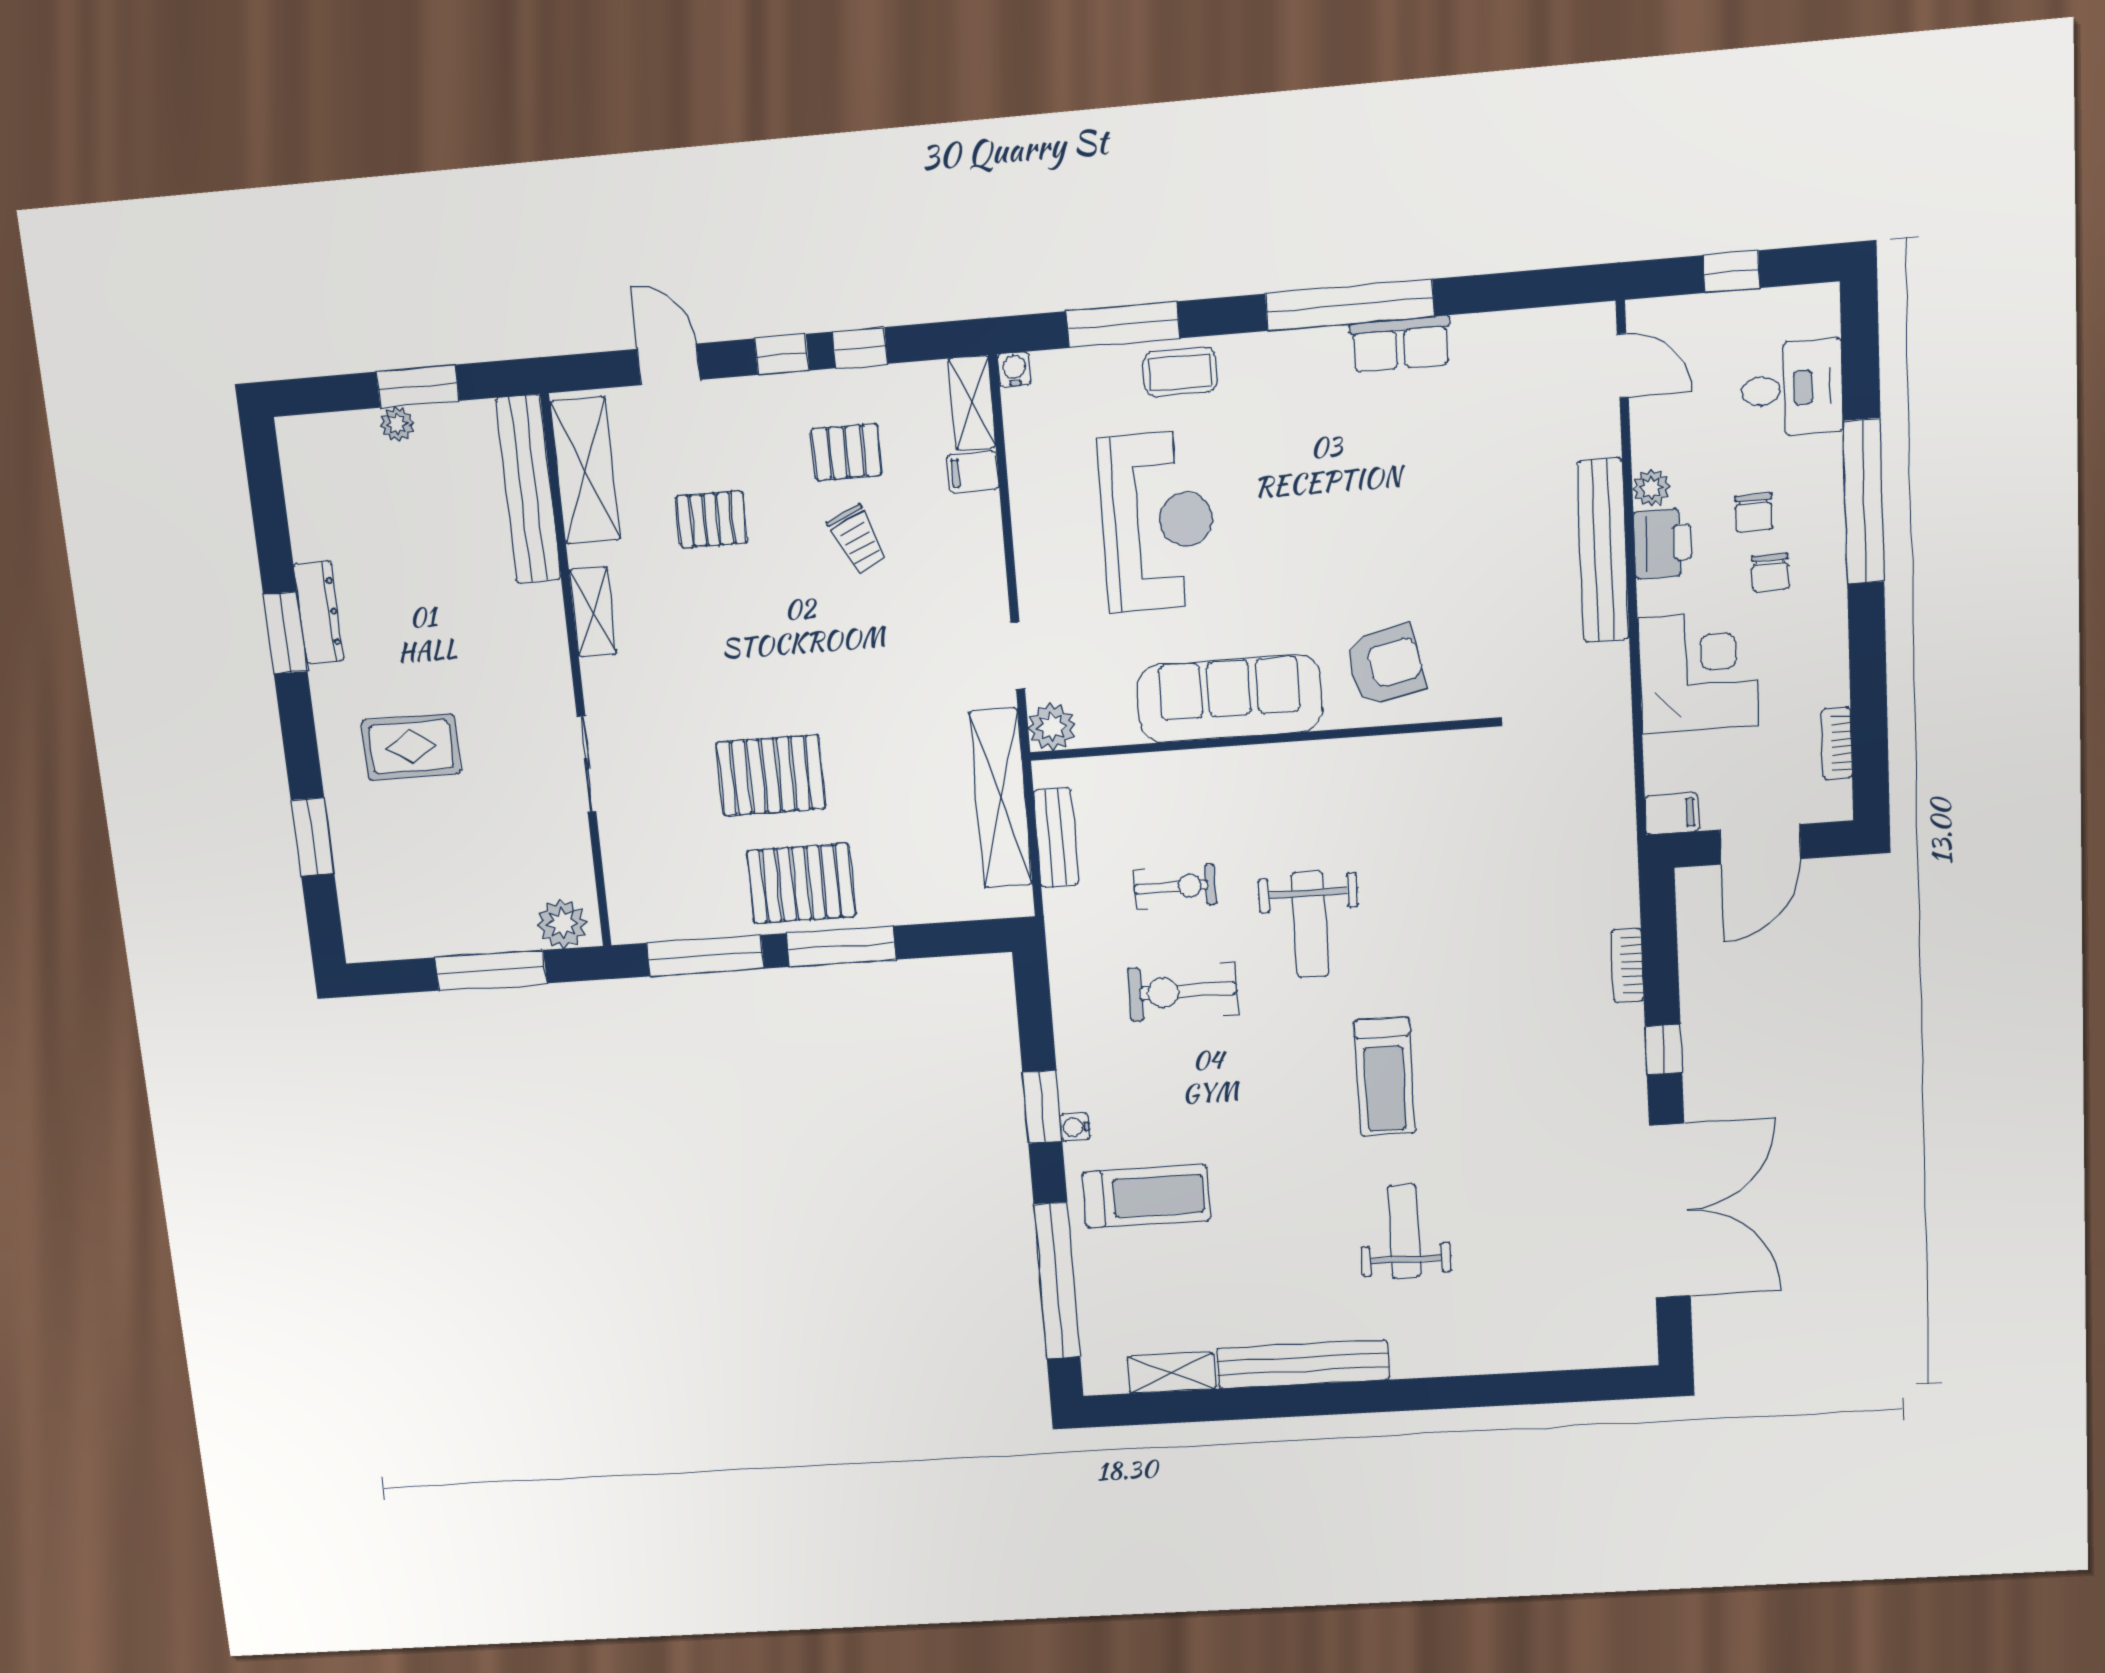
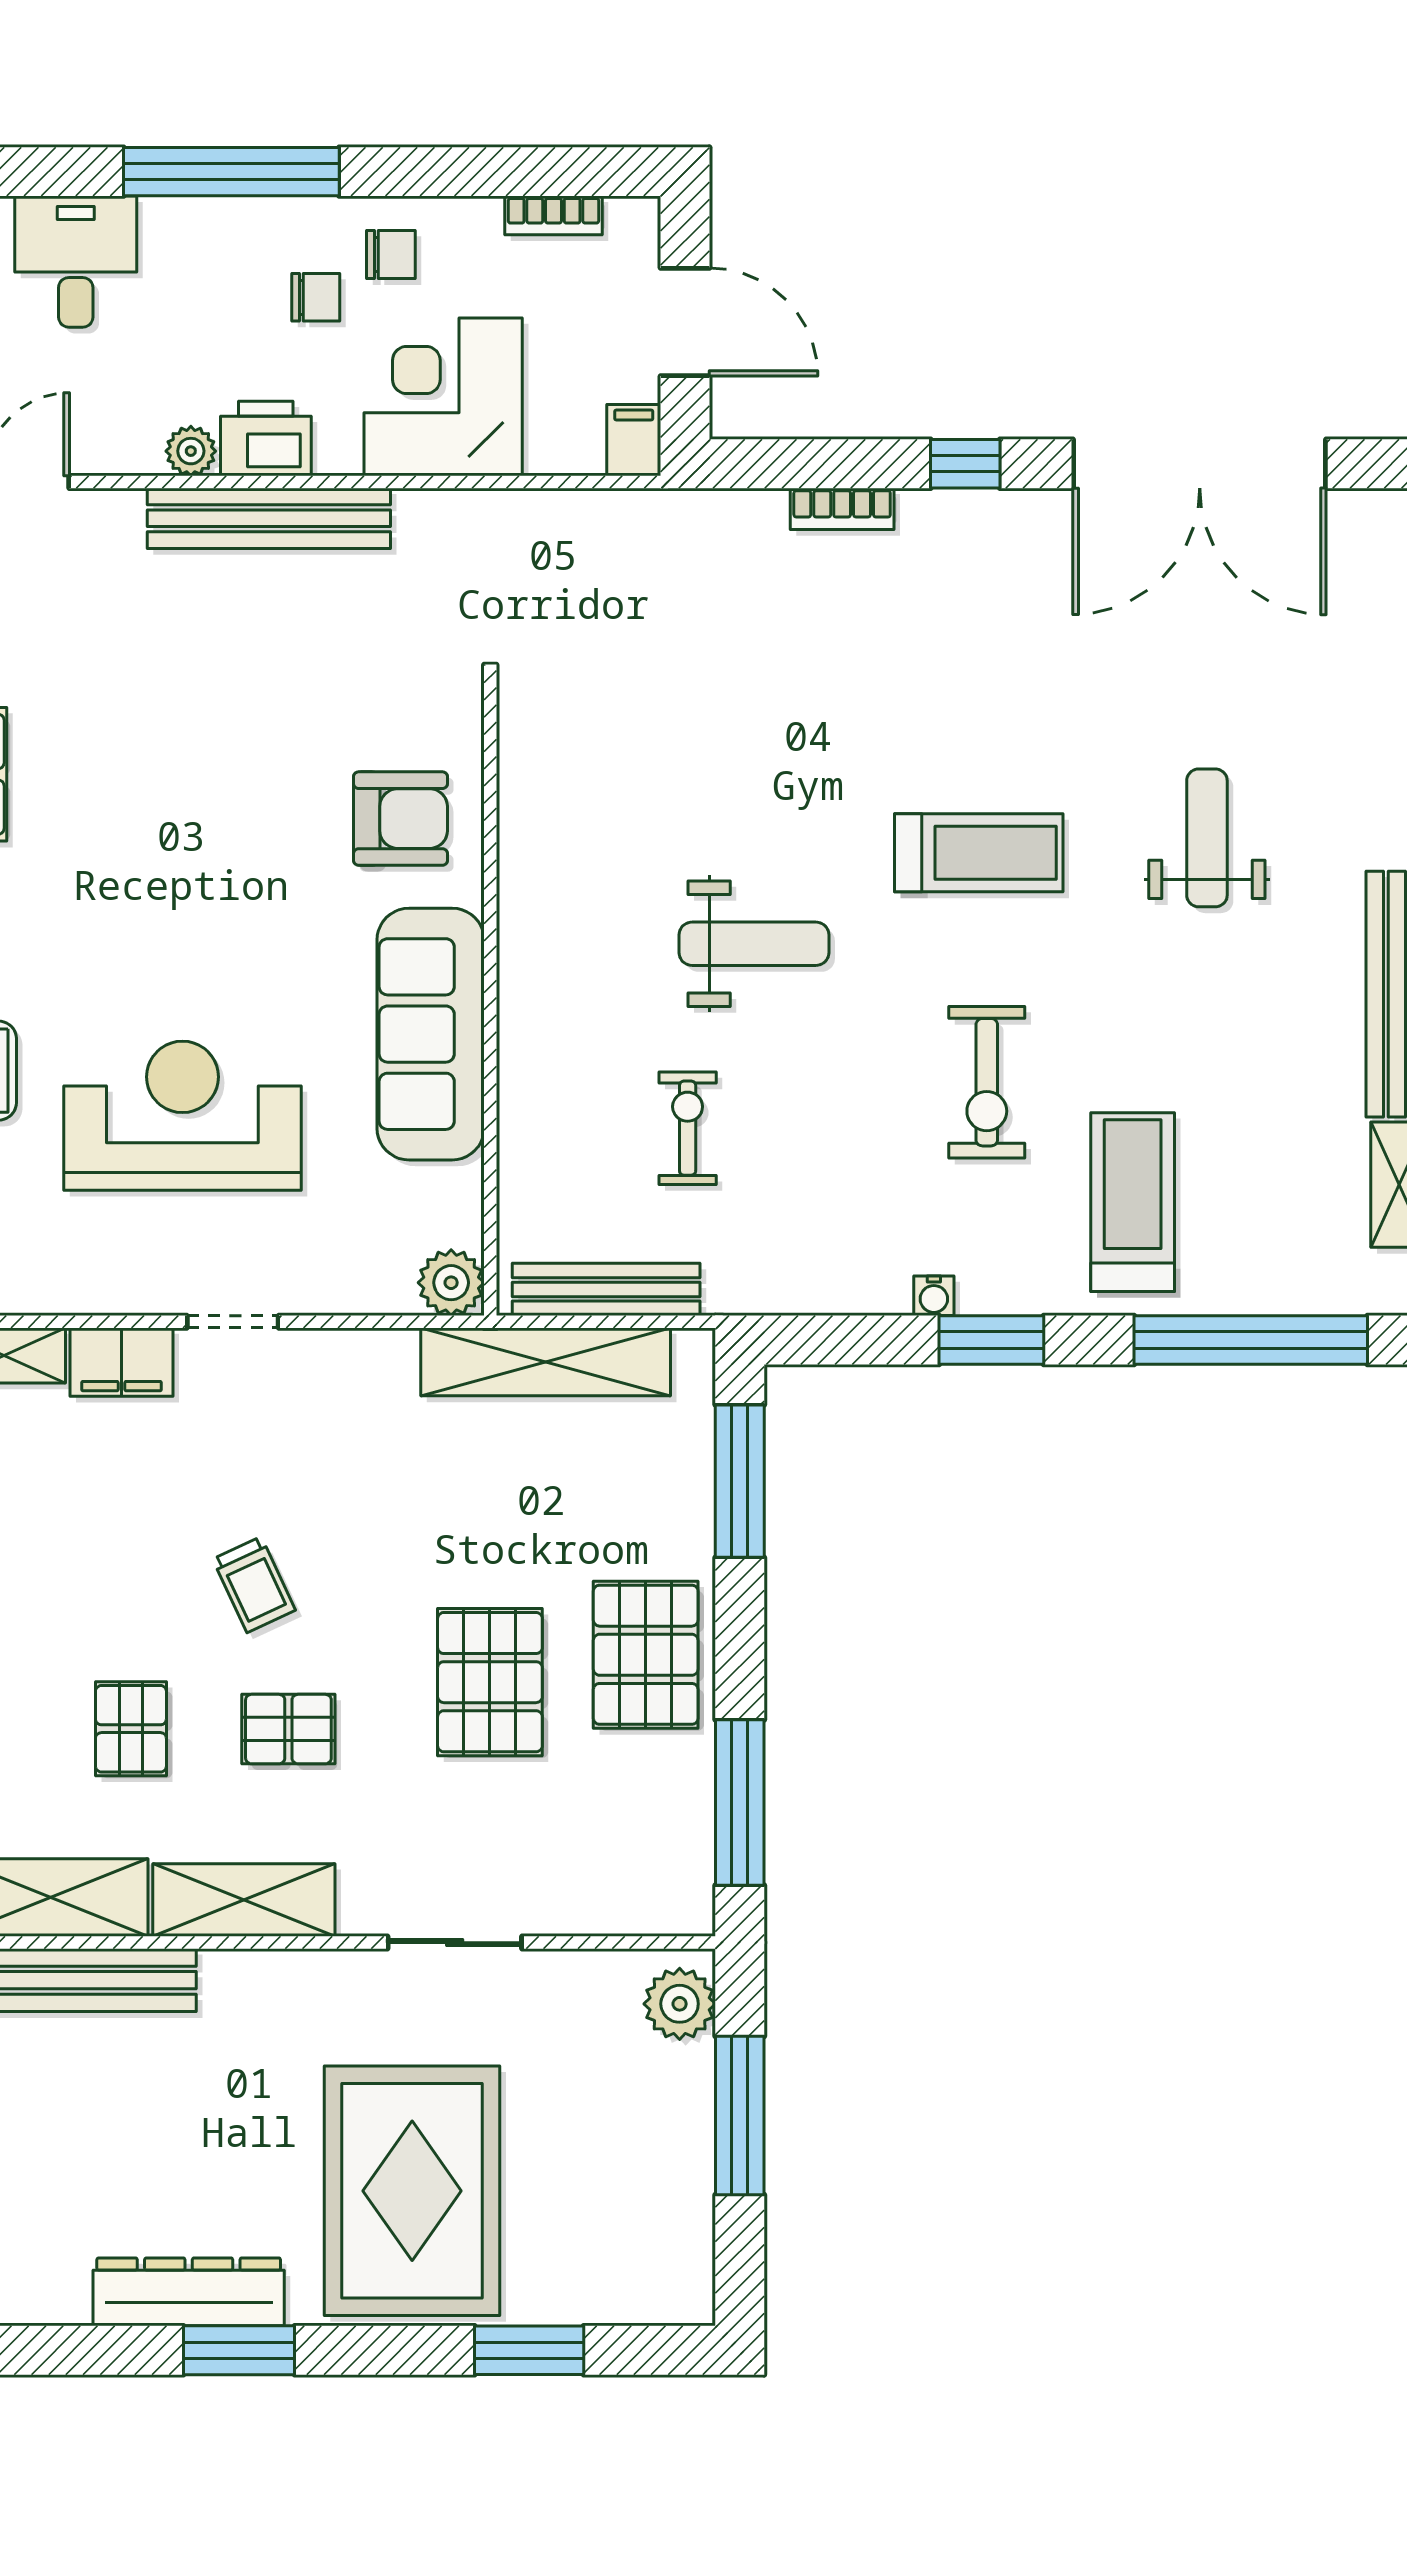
pallet: (846, 452) -> (288, 1729), moved, turned 90
filing cabinet: (973, 472) -> (121, 1362), width x2.00
chair: (1754, 513) -> (391, 255), moved
trolley: (858, 539) -> (254, 1585), moved, turned 89
dresser: (319, 612) -> (189, 2292), width x1.37, depth x1.24
shelving: (593, 612) -> (244, 1900), width x1.50, depth x1.33
doorway: (1018, 656) -> (233, 1322), moved
armchair: (1385, 665) -> (400, 819), turned 102
rug: (411, 747) -> (412, 2191), width x1.86, depth x2.06
bench: (1056, 837) -> (606, 1289), width x1.36
window: (841, 946) -> (740, 1481), moved
exercise bike: (1183, 991) -> (987, 1082), moved
water cooler: (1075, 1127) -> (934, 1296), moved
double door: (1670, 1211) -> (1200, 464), swing flipped
weight bench: (1404, 1231) -> (1207, 838), turned 90

